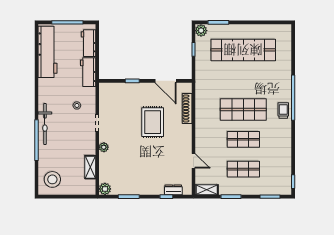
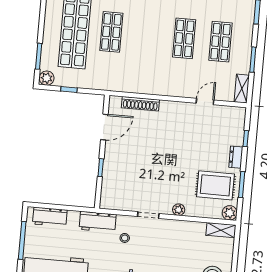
workbench: (88, 72) -> (98, 222), moved
shop shelf: (243, 109) -> (111, 32), moved, width x0.70, depth x0.74
rug: (153, 122) -> (215, 185), moved
shelving: (90, 167) -> (221, 230), moved
dresser: (173, 190) -> (236, 157), moved

